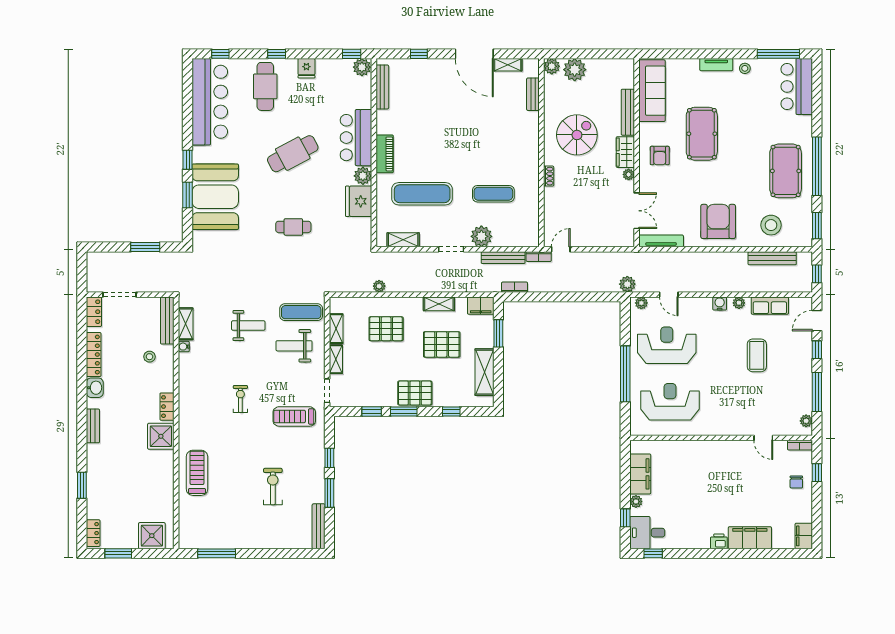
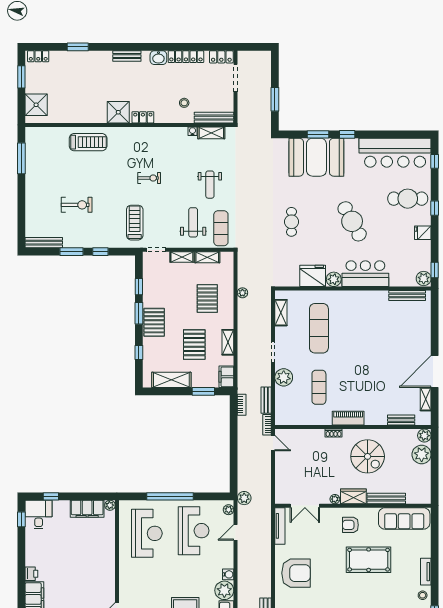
window: (419, 54) -> (435, 326), removed
piano: (385, 154) -> (348, 418), moved, turned 180
bench: (503, 258) -> (266, 400), width x0.73
plant: (739, 303) -> (224, 590), width x1.88, depth x1.88
plant: (636, 502) -> (110, 505), moved

